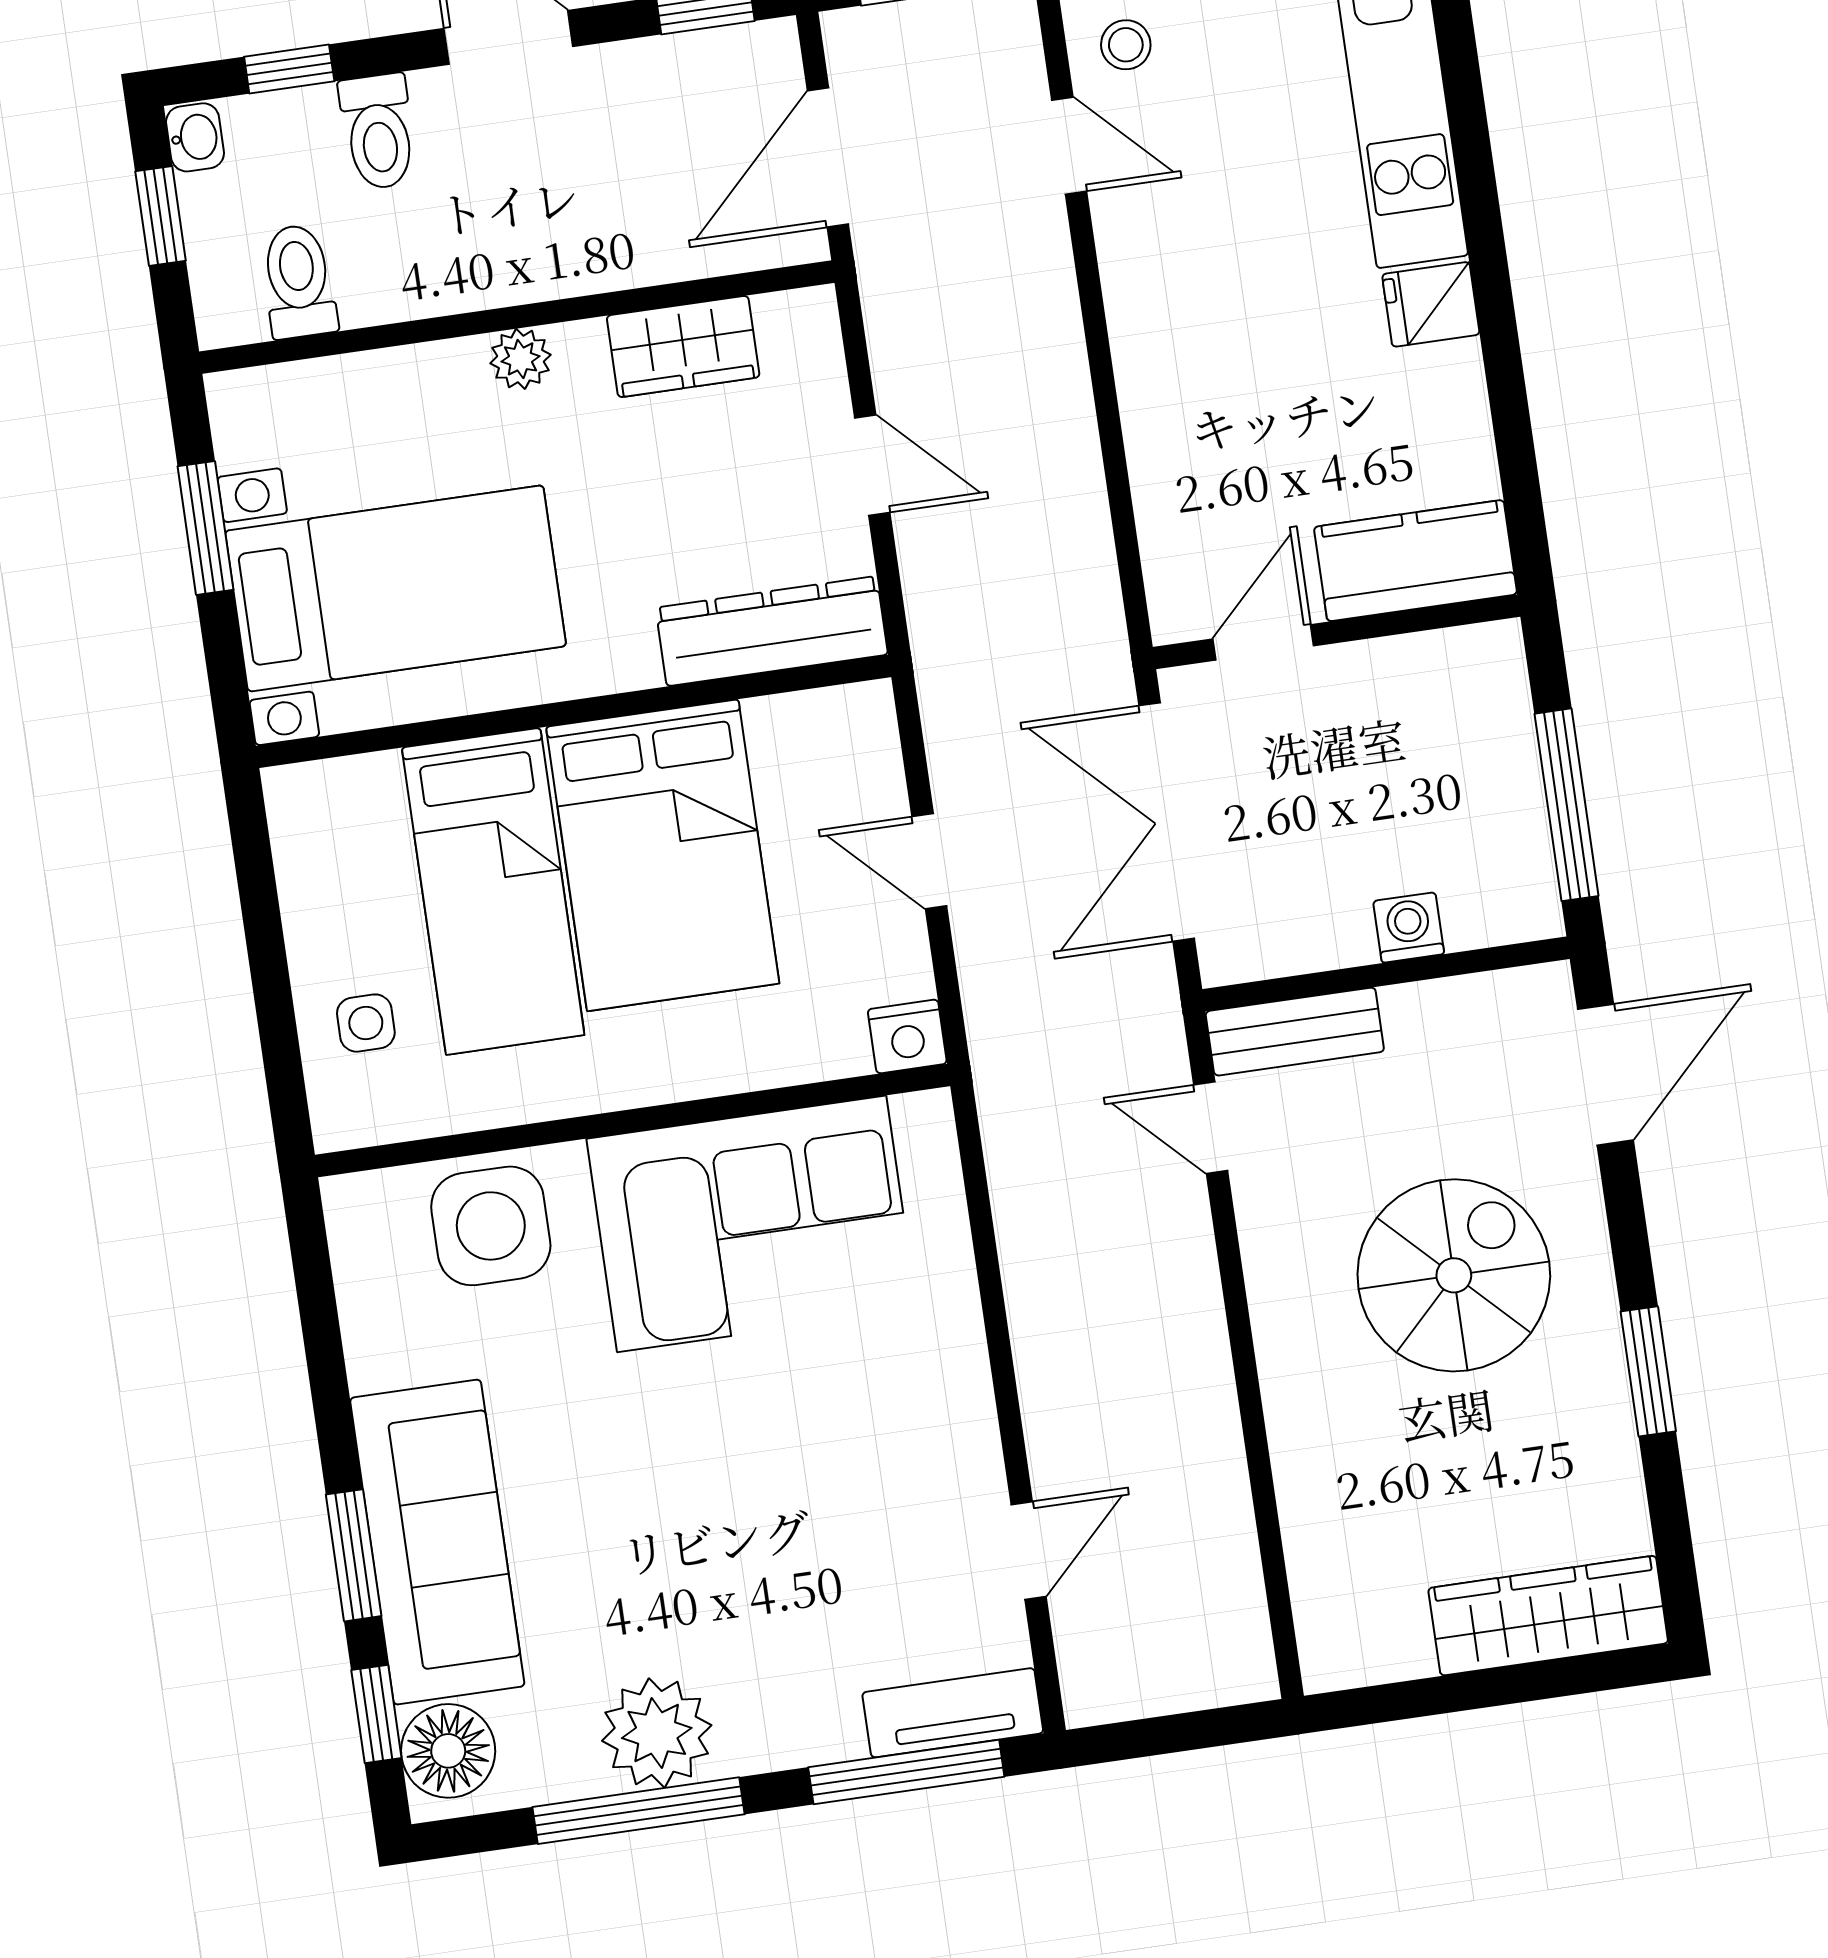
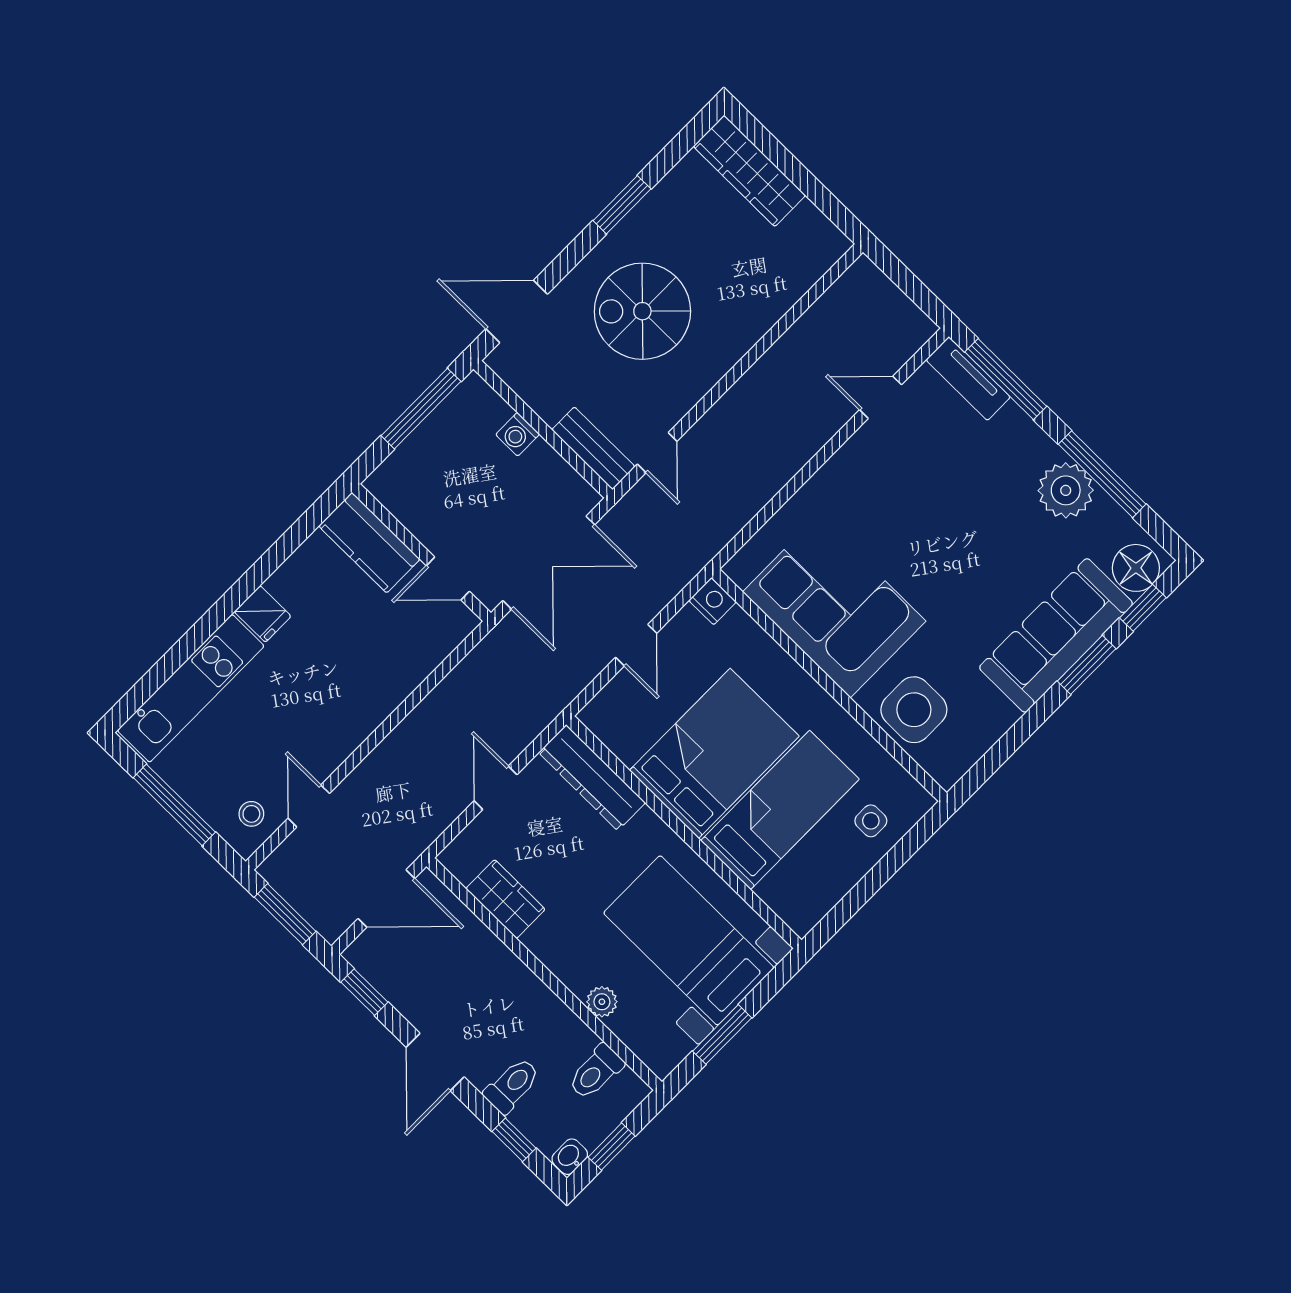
plant: (521, 359) -> (602, 1002), moved

